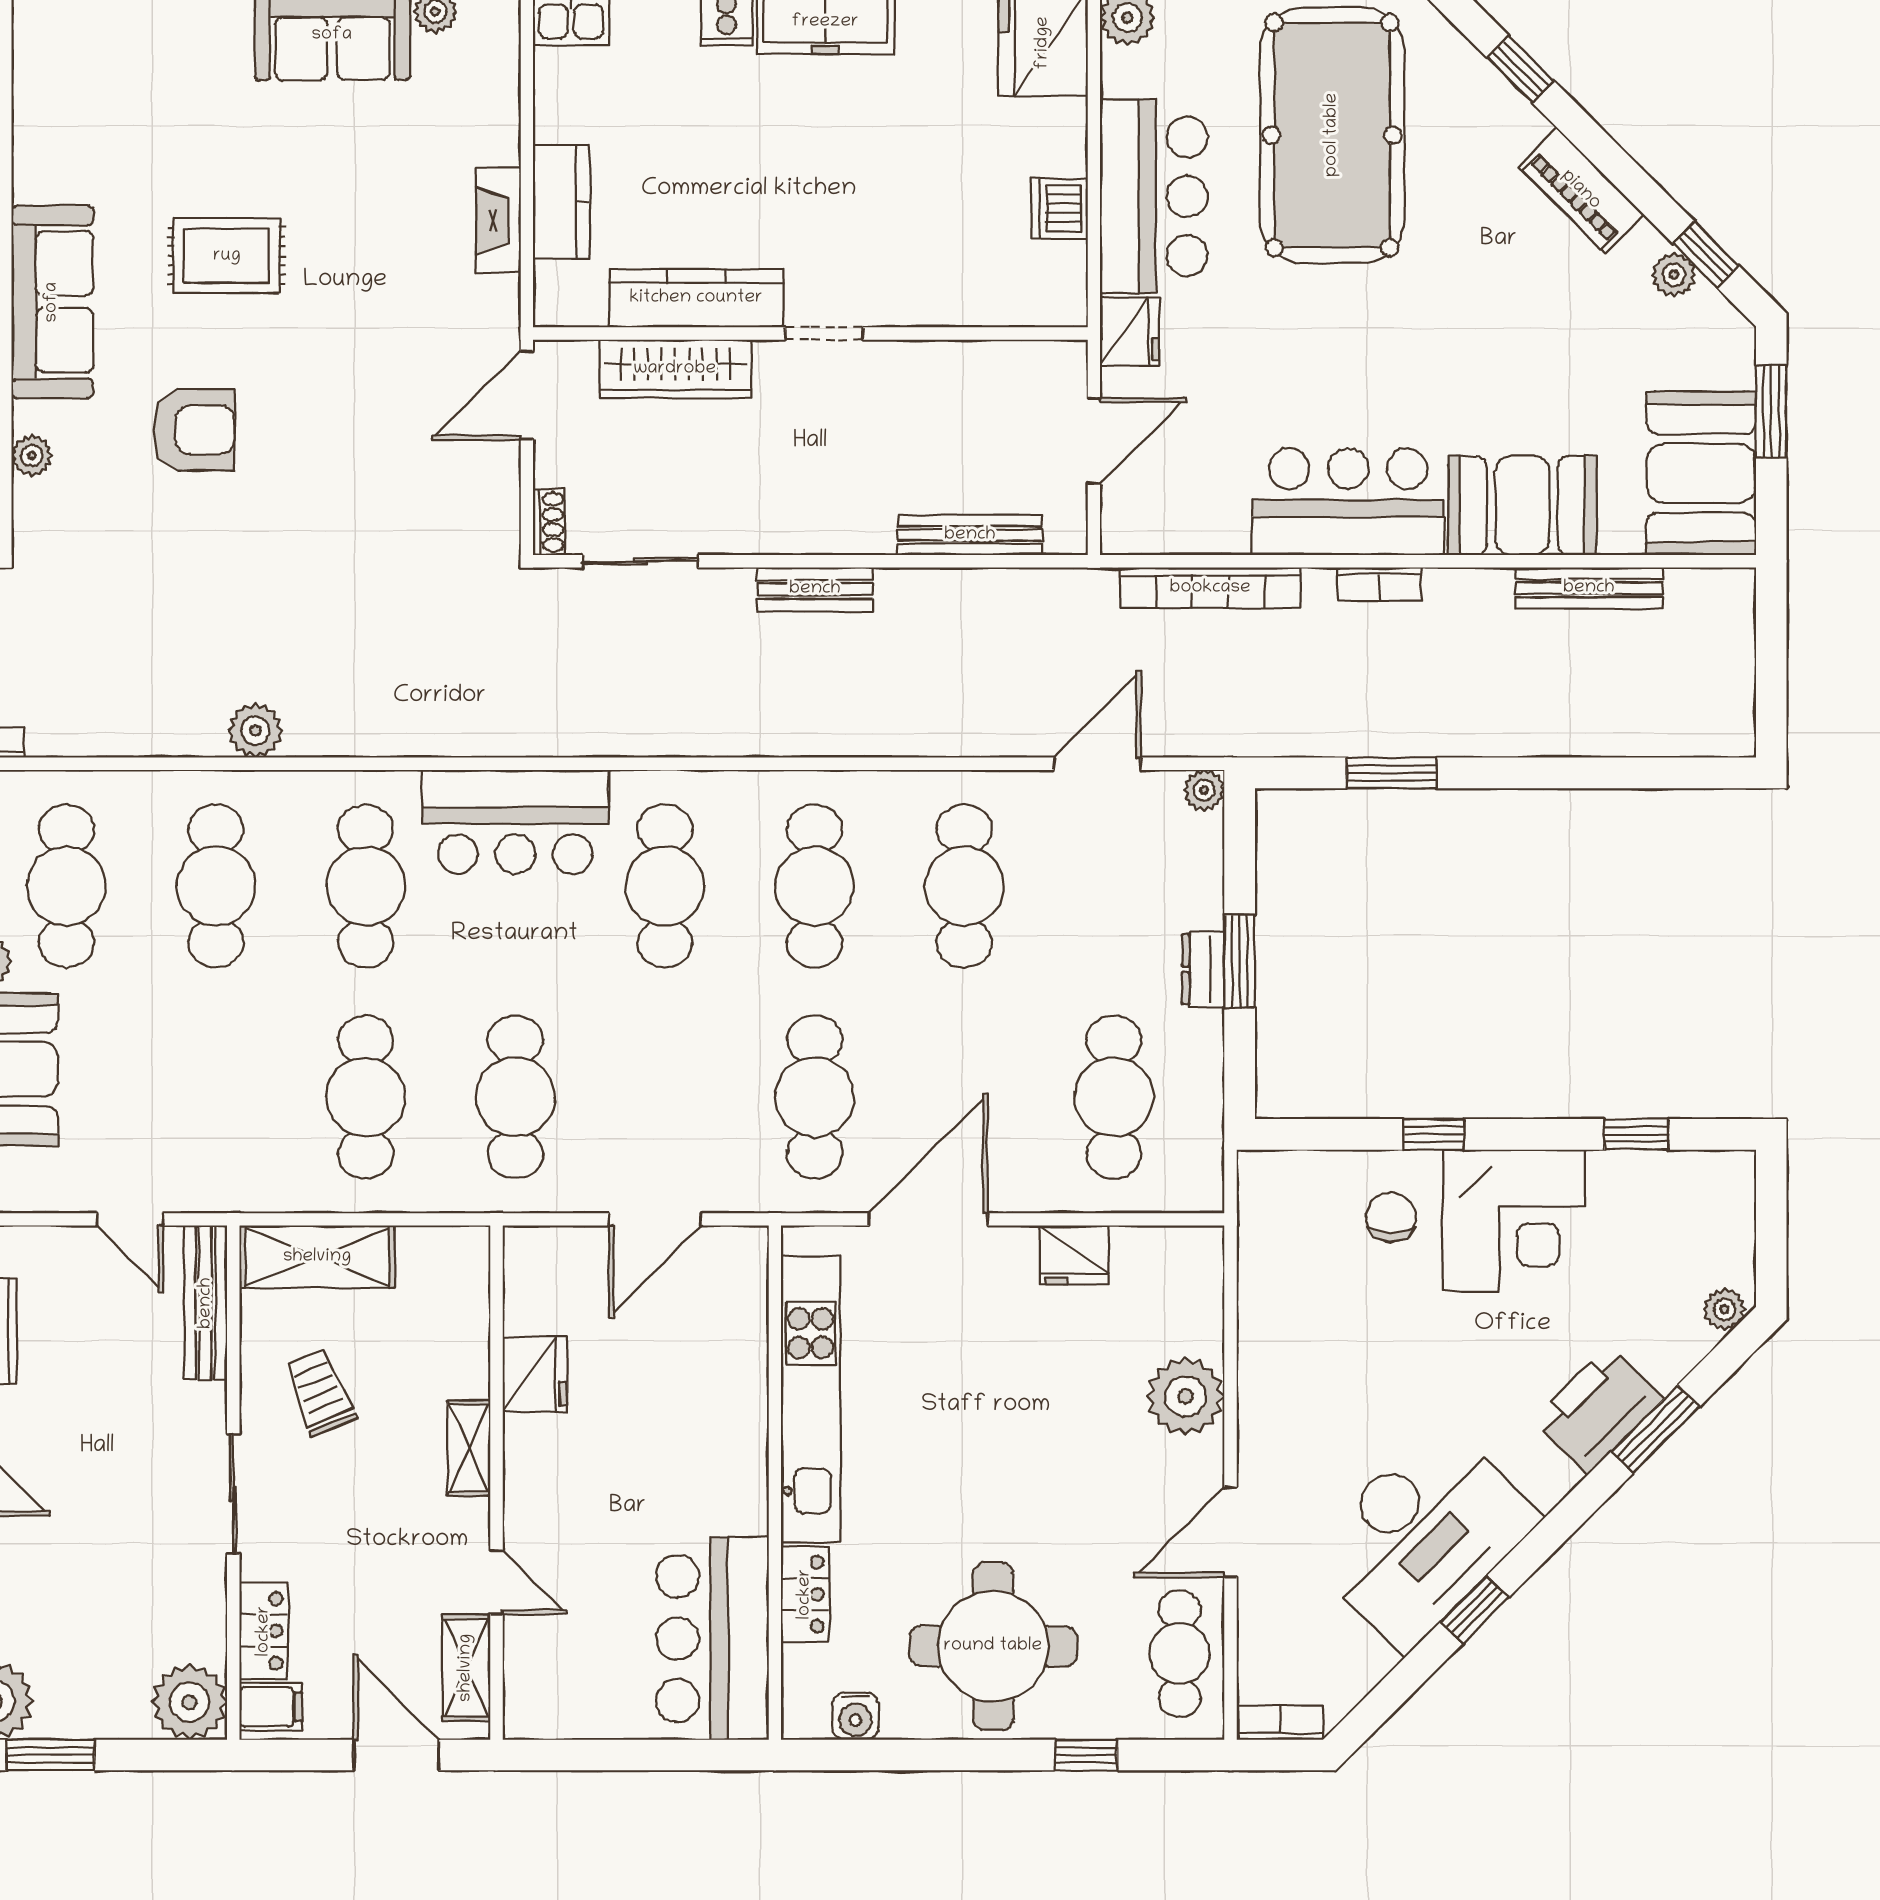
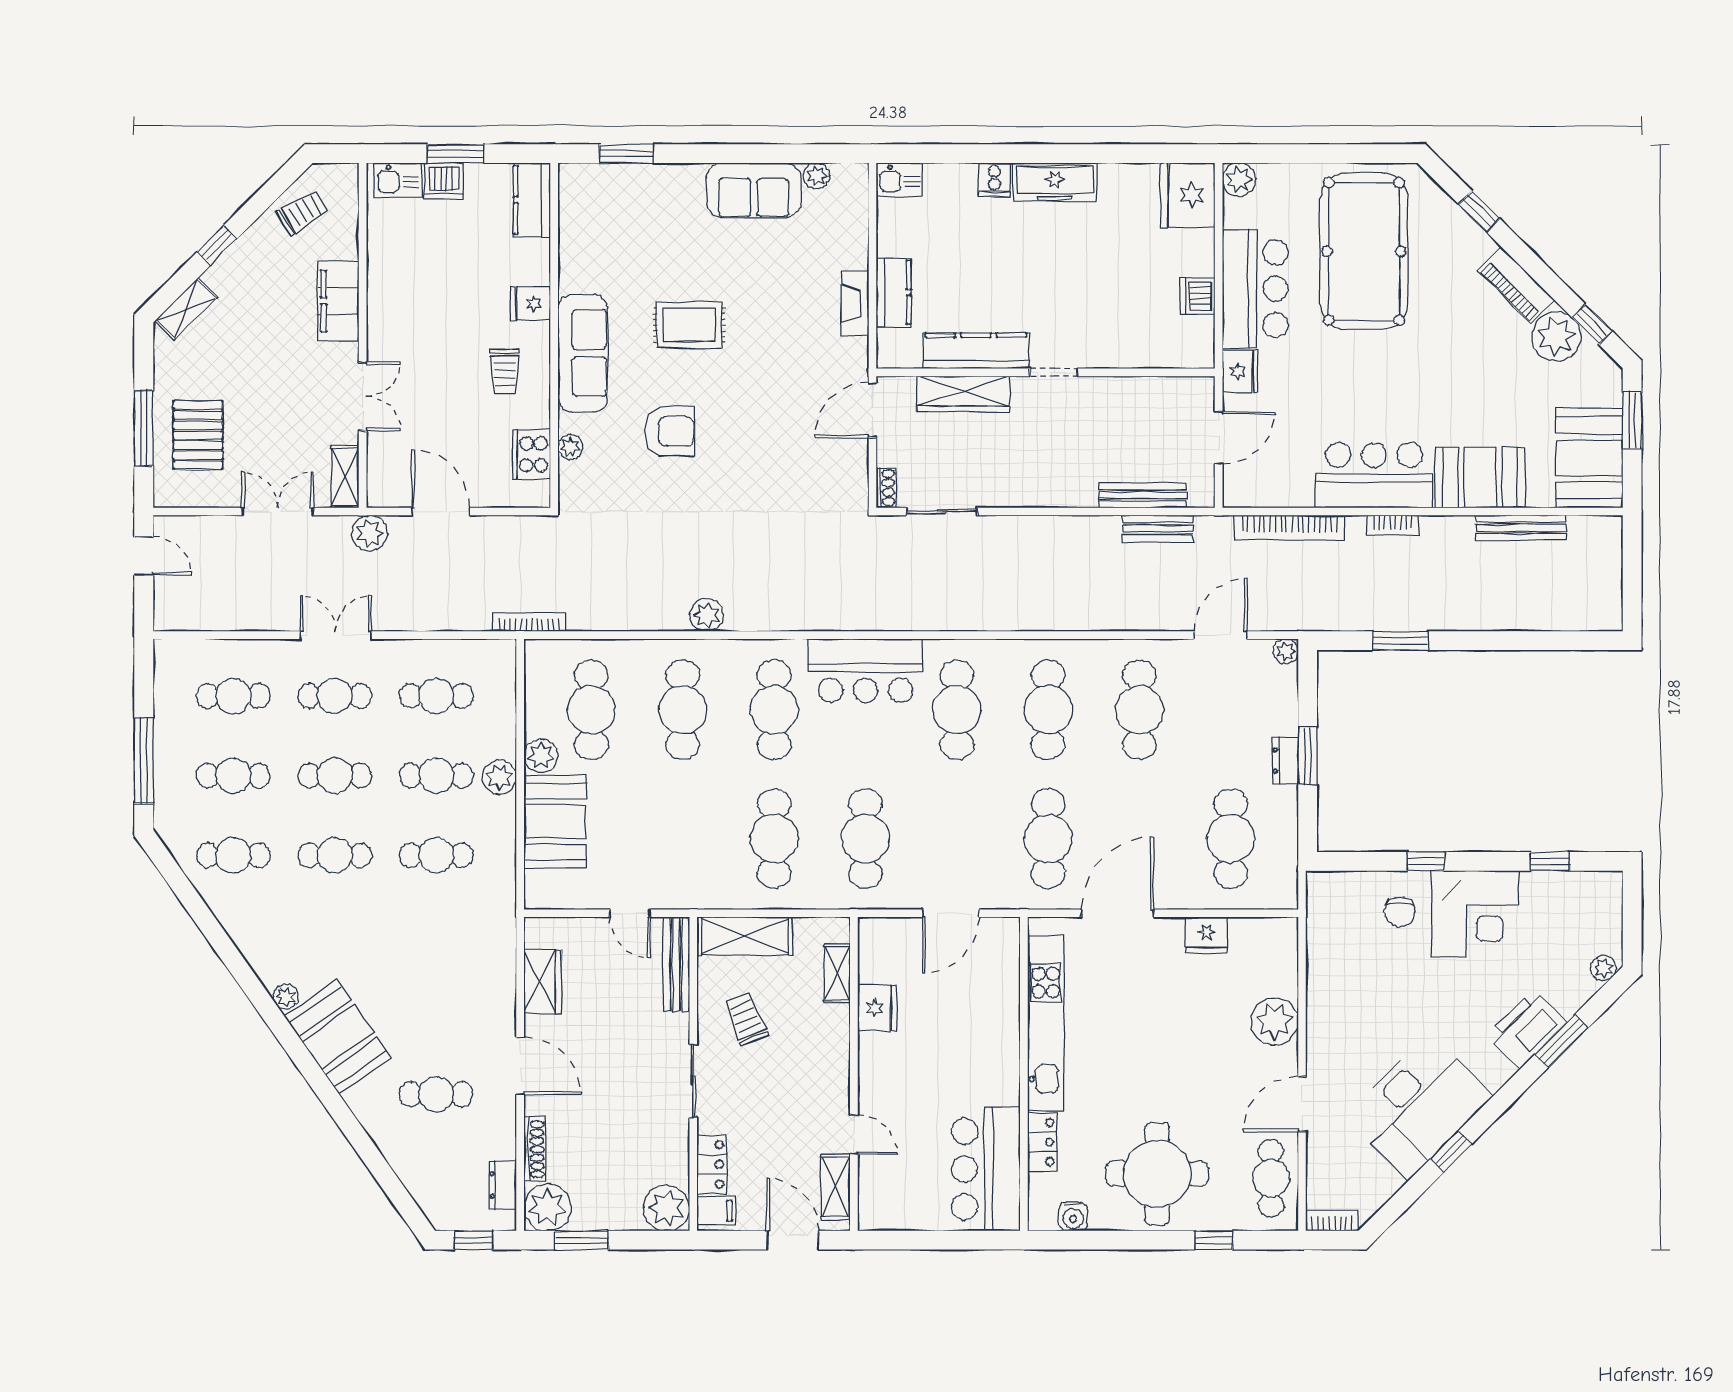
plant: (1674, 275) -> (1556, 337), width x1.88, depth x1.88
bench: (815, 589) -> (1158, 529), moved
chair: (1391, 1217) -> (1400, 912), turned 180
shelving: (469, 1448) -> (837, 973), moved

